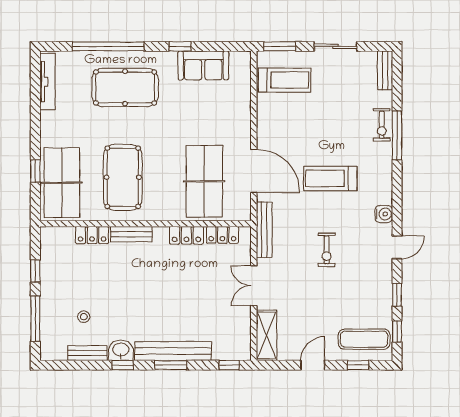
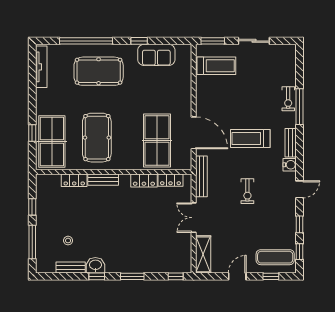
bench: (385, 70) -> (291, 143), moved
bench: (173, 351) -> (134, 266), removed

